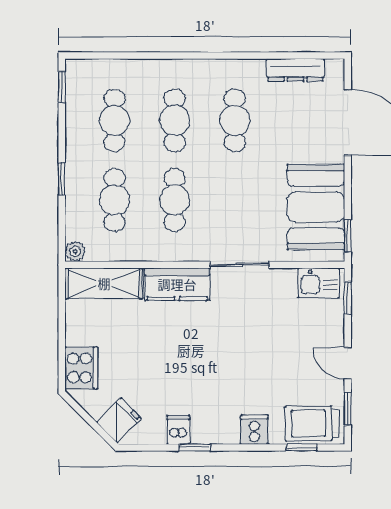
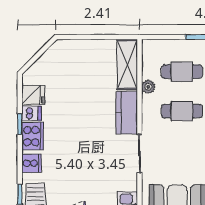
plant: (75, 251) -> (148, 87), moved
cooker: (81, 368) -> (33, 136), moved, turned -90
fridge: (119, 420) -> (33, 95), moved, turned -45

